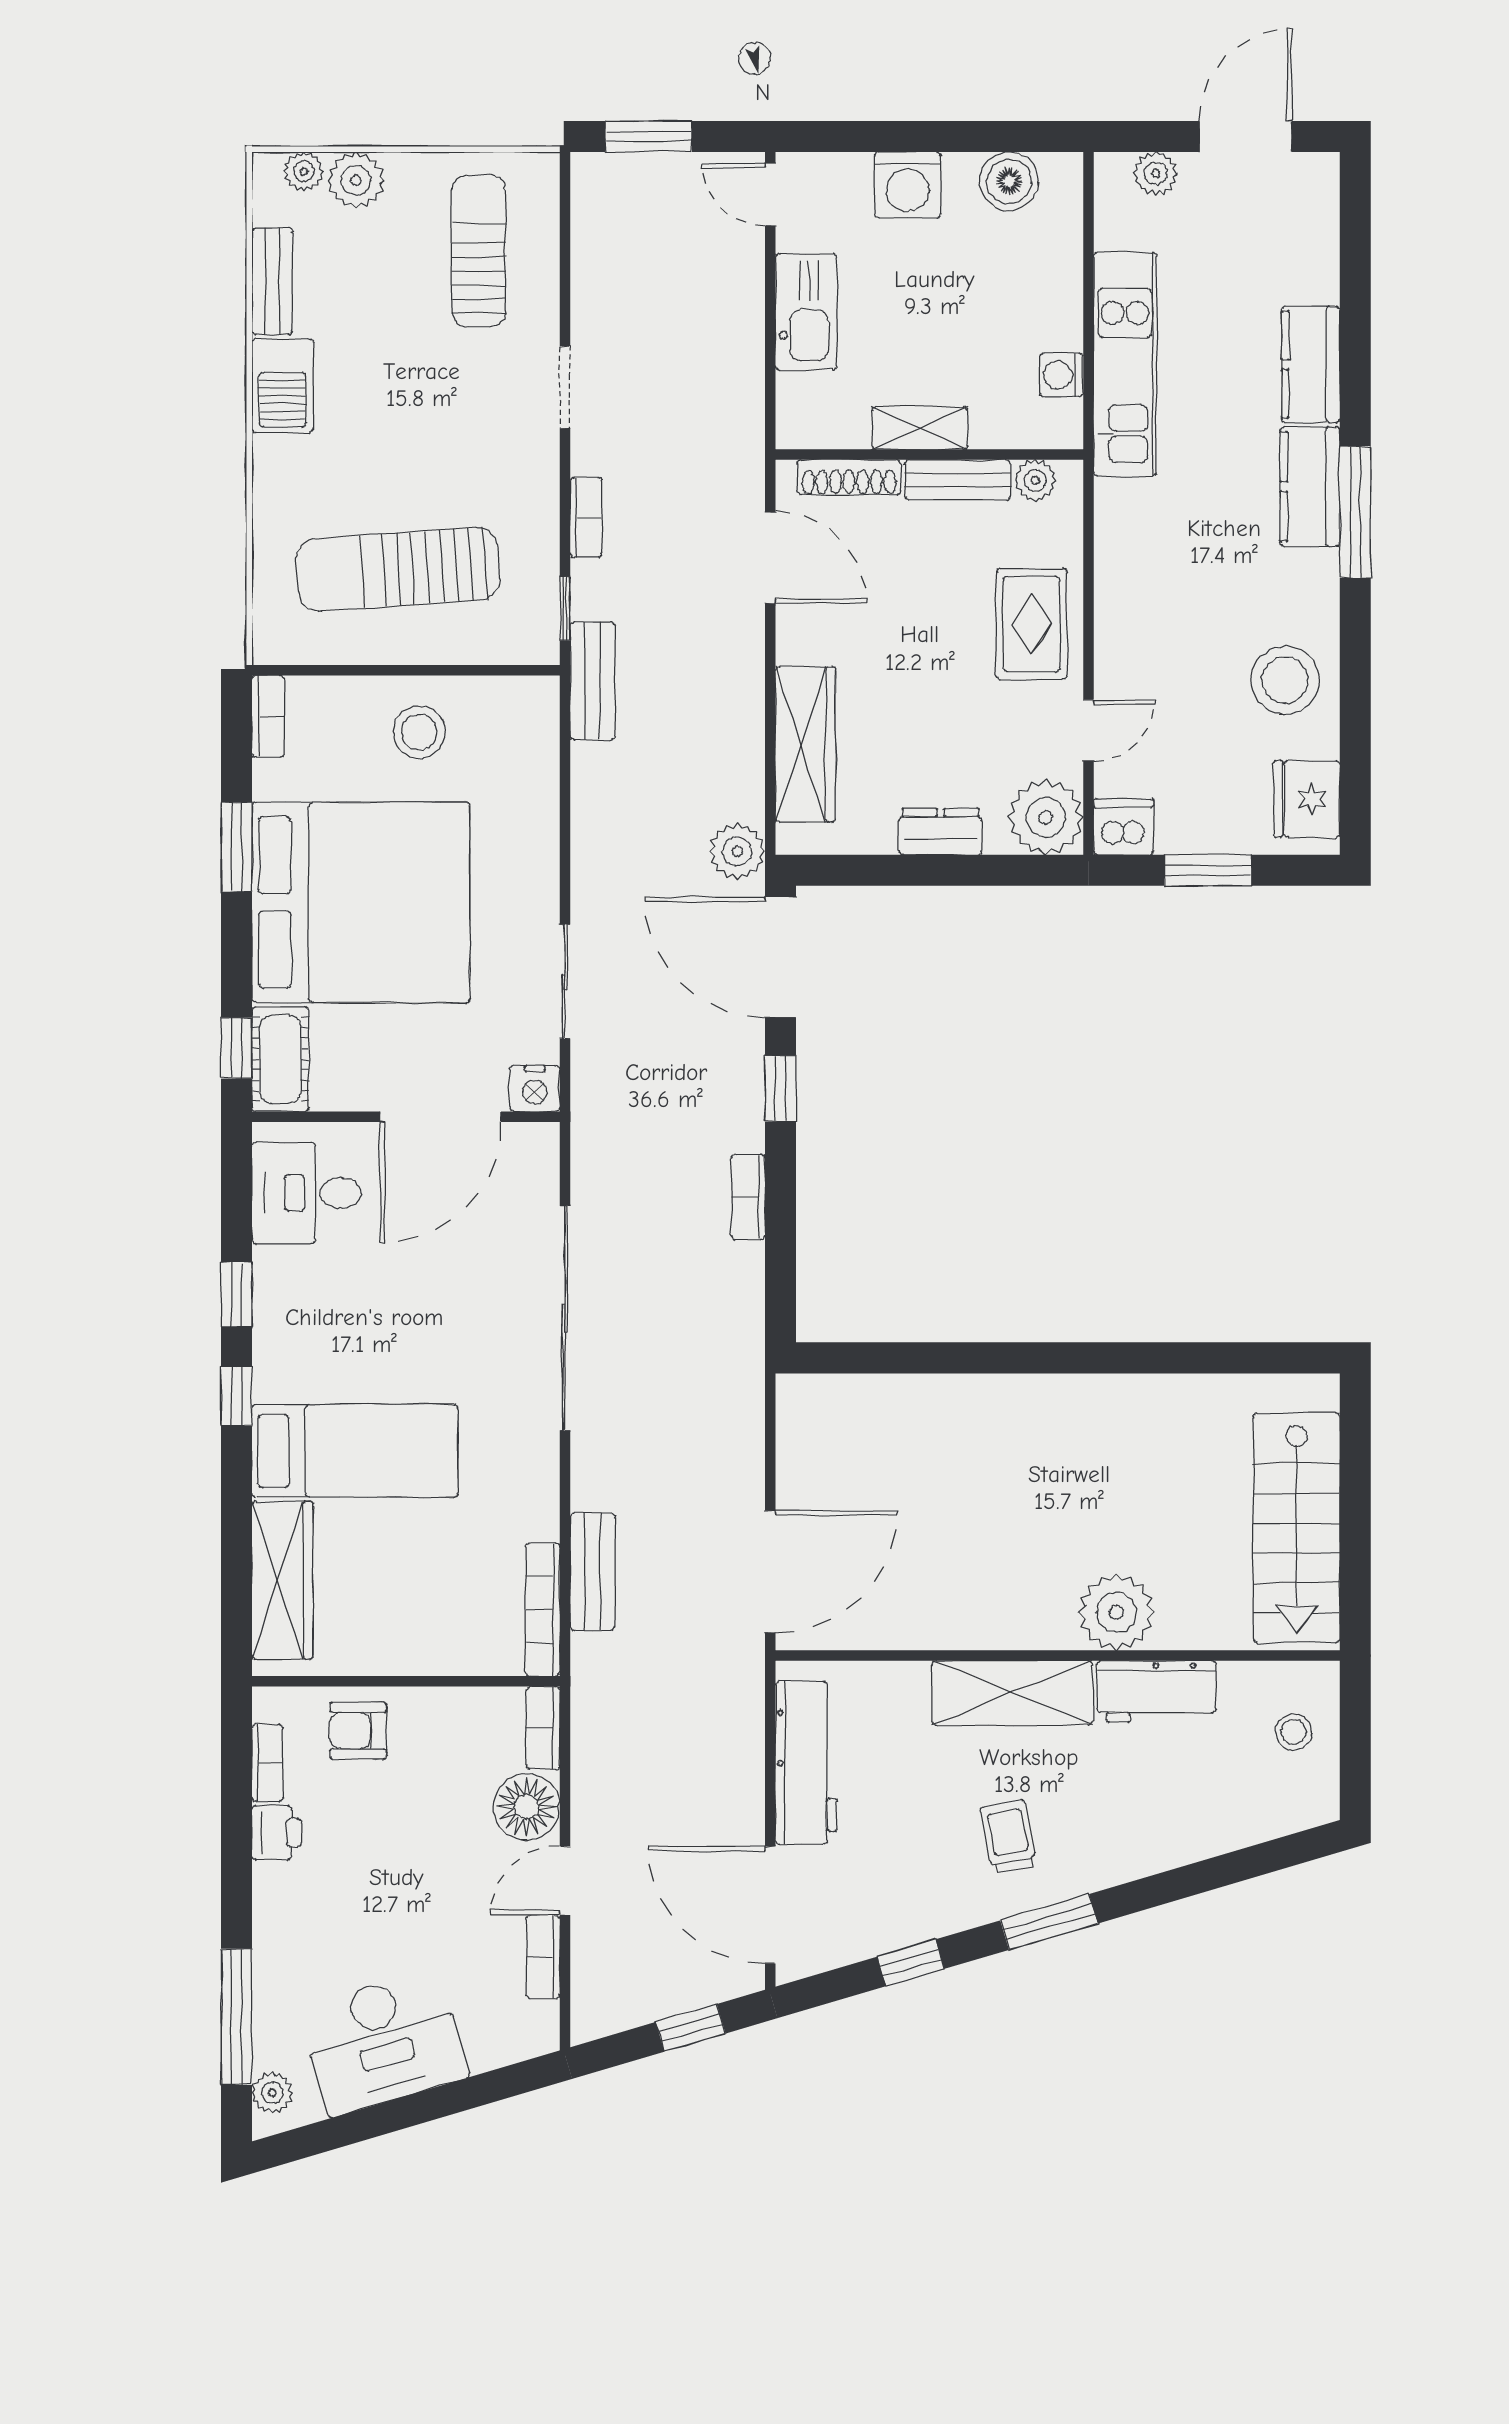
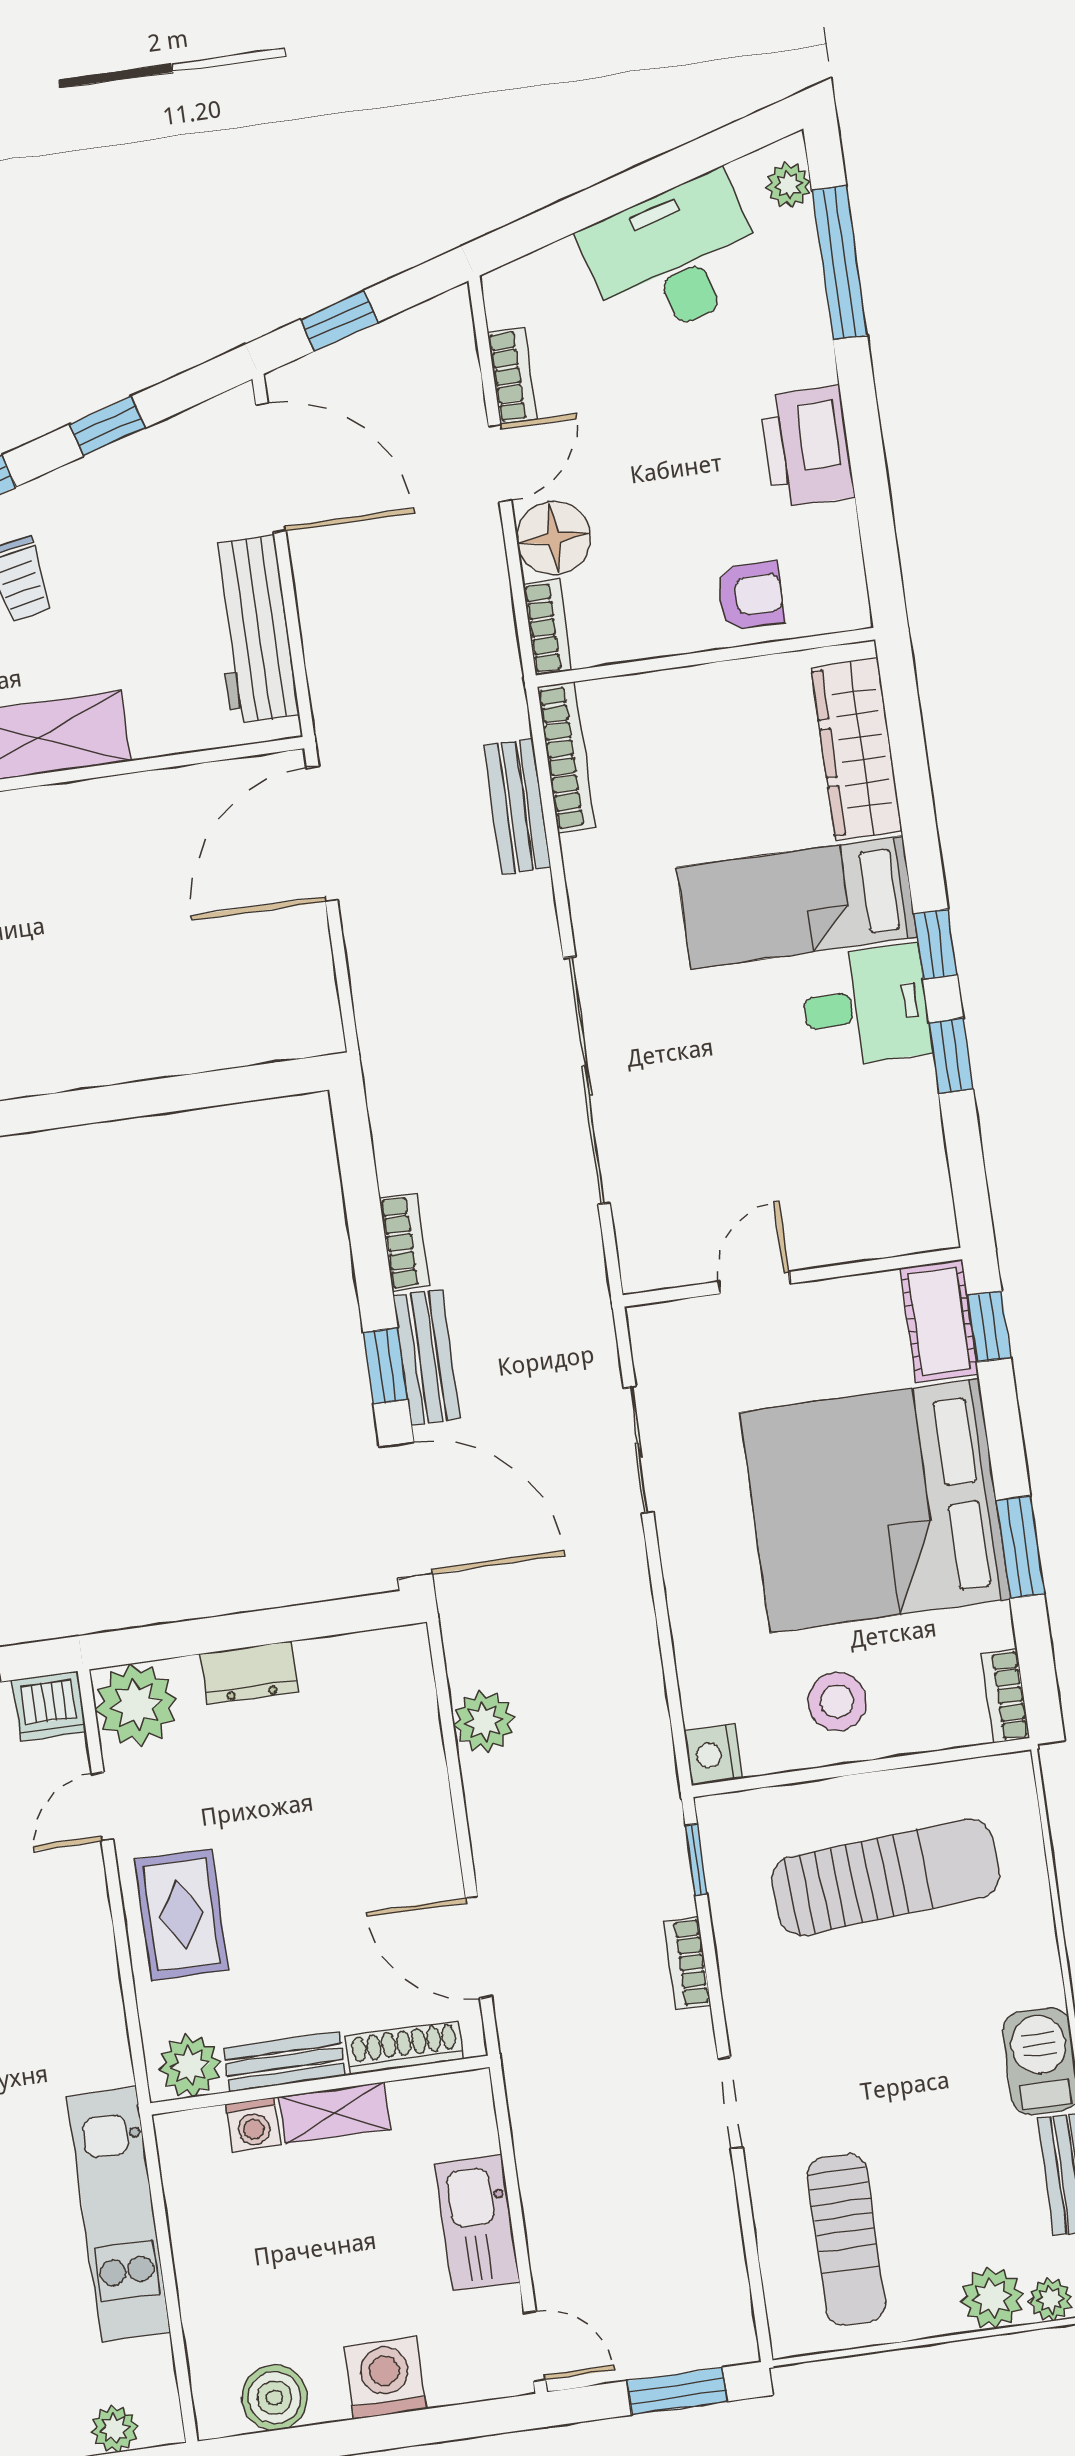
washing machine: (1061, 375) -> (253, 2125), moved, turned 90
plant: (1035, 480) -> (190, 2066), width x1.38, depth x1.38
bench: (593, 681) -> (427, 1357), moved
wardrobe: (805, 744) -> (411, 1748), removed
plant: (737, 851) -> (484, 1722), moved
nightstand: (535, 1088) -> (713, 1755), moved, turned -90
door: (441, 1117) -> (754, 1283), width x0.53
desk: (307, 1193) -> (866, 1006), moved
bookcase: (267, 1763) -> (845, 546), removed
printer: (277, 1833) -> (807, 447), width x1.87, depth x1.48

